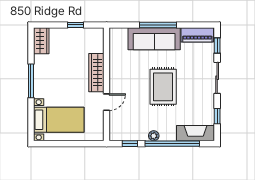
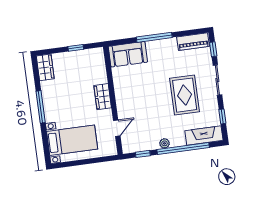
sofa: (154, 39) -> (128, 54), moved, width x0.73
wardrobe: (96, 73) -> (103, 97), width x0.67
rug: (163, 87) -> (185, 95), moved
door: (107, 102) -> (117, 128), moved

